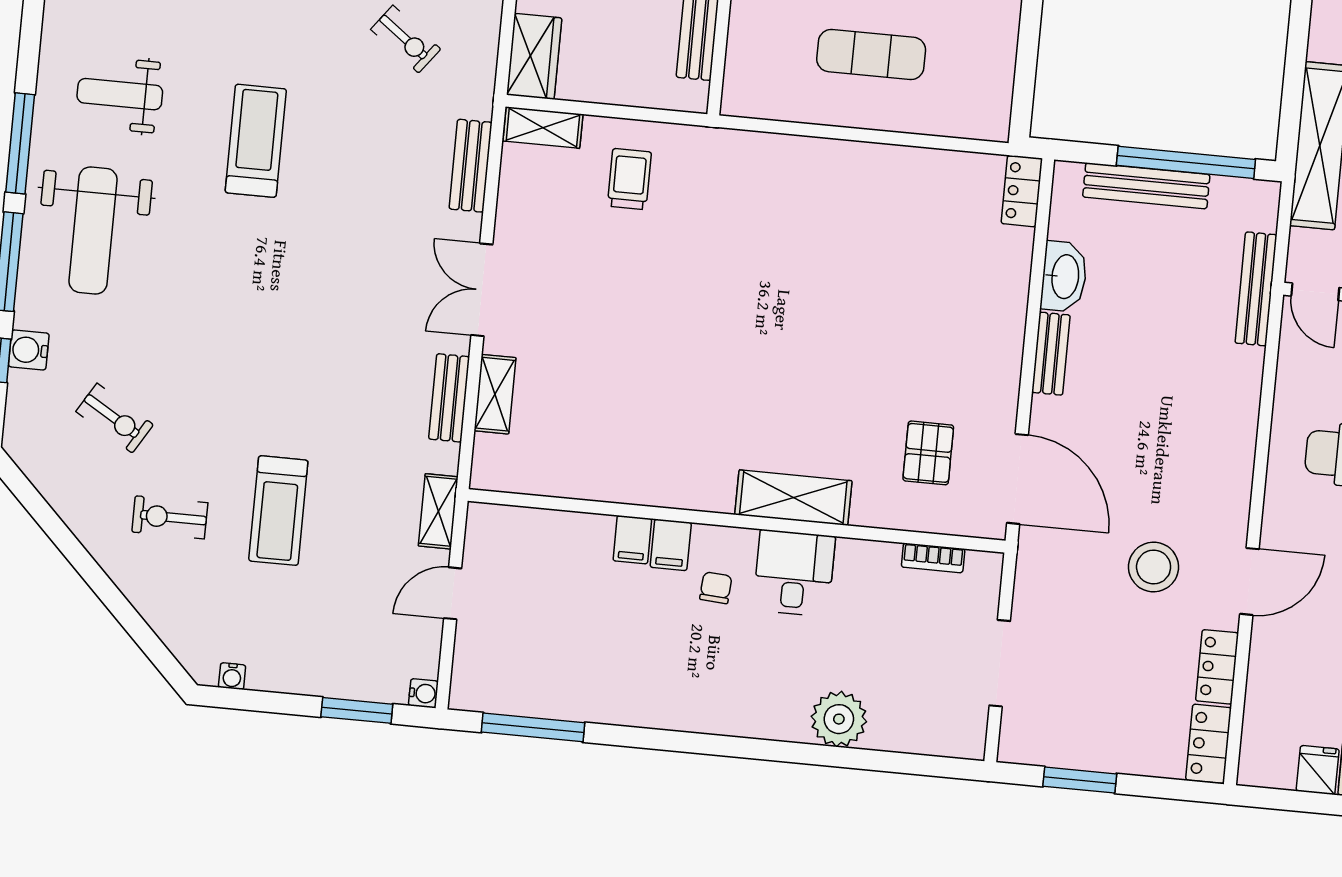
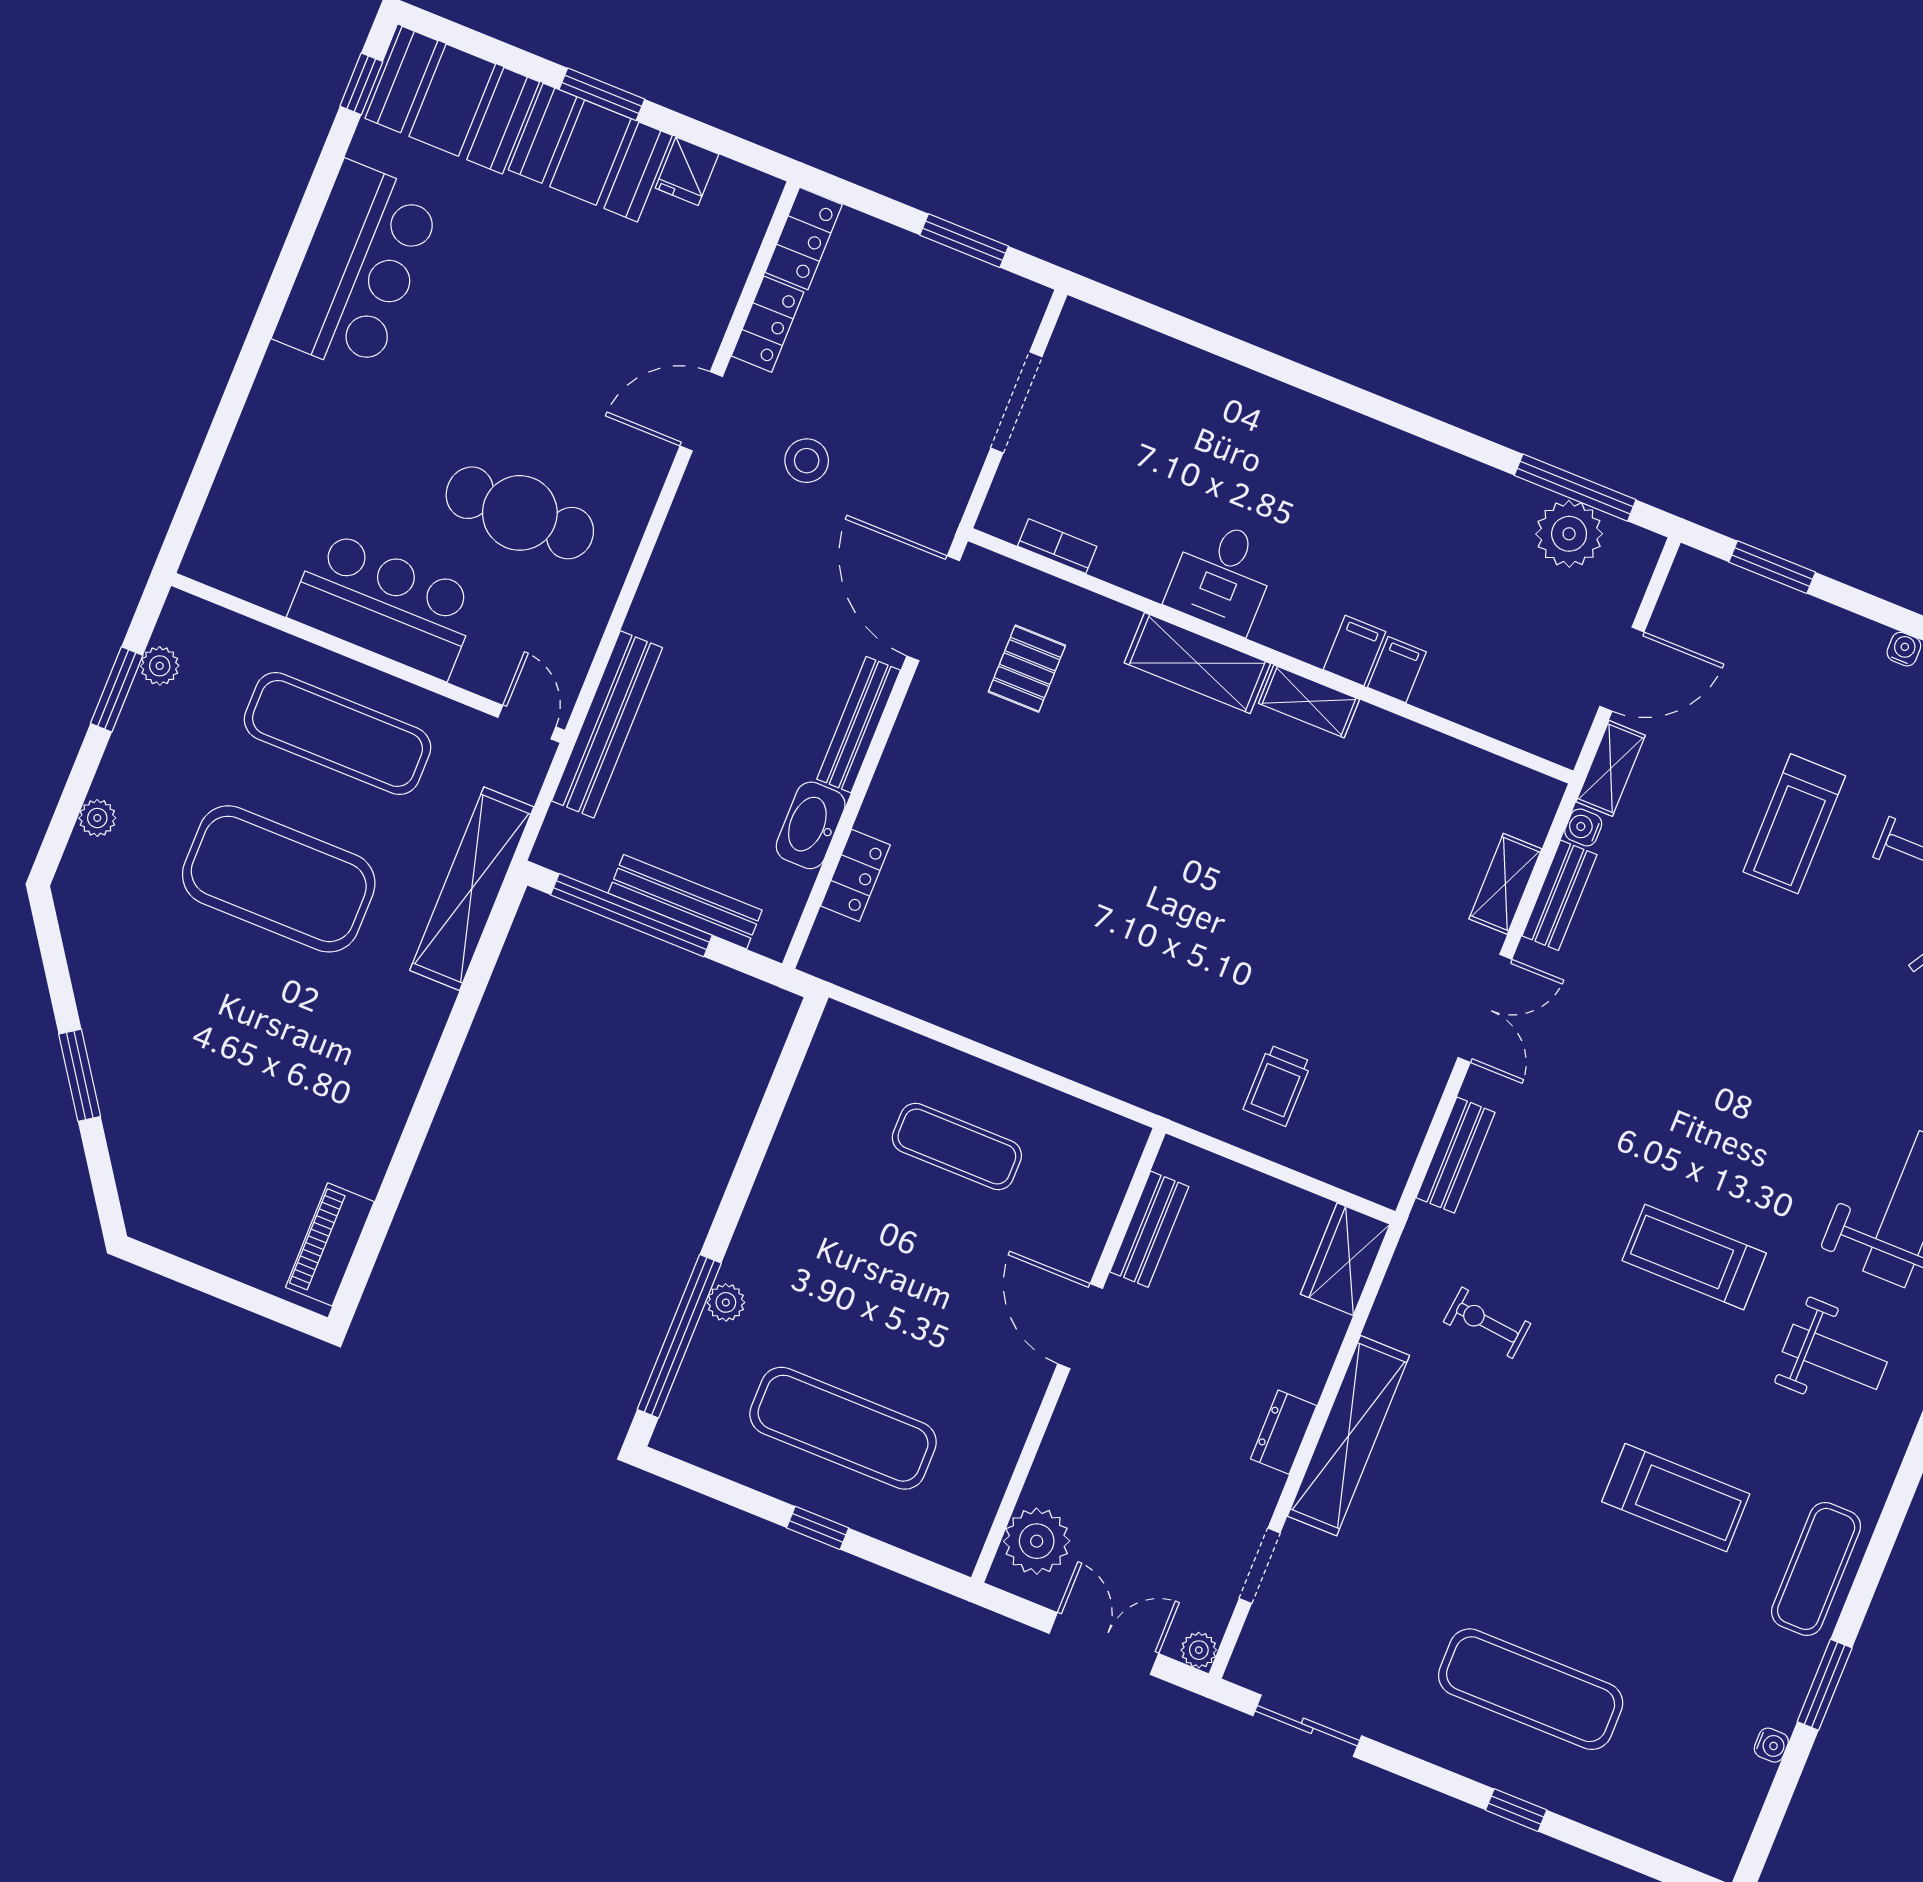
exercise bike: (406, 39) -> (1487, 1323), turned -31
shelving: (543, 128) -> (1309, 701), moved
treadmill: (256, 141) -> (1694, 1257), turned 90
locker: (1022, 191) -> (855, 875), moved
bench: (1256, 289) -> (607, 724), width x1.37, depth x1.21
bench: (1051, 354) -> (859, 725), width x1.36
treadmill: (278, 511) -> (1794, 824), turned 180
stool: (1154, 567) -> (807, 461), width x0.73, depth x0.73
chair: (716, 588) -> (1317, 586), removed
door: (453, 593) -> (1622, 669), width x1.38
water cooler: (423, 693) -> (1583, 827), moved
plant: (839, 719) -> (1569, 534), moved

